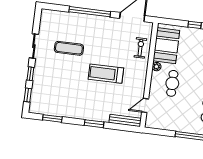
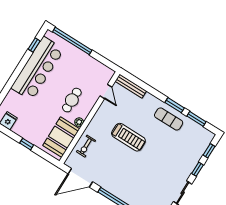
exercise mat: (69, 48) -> (169, 119), moved
door: (145, 105) -> (106, 91), hinge flipped
window: (94, 124) -> (175, 105), moved

